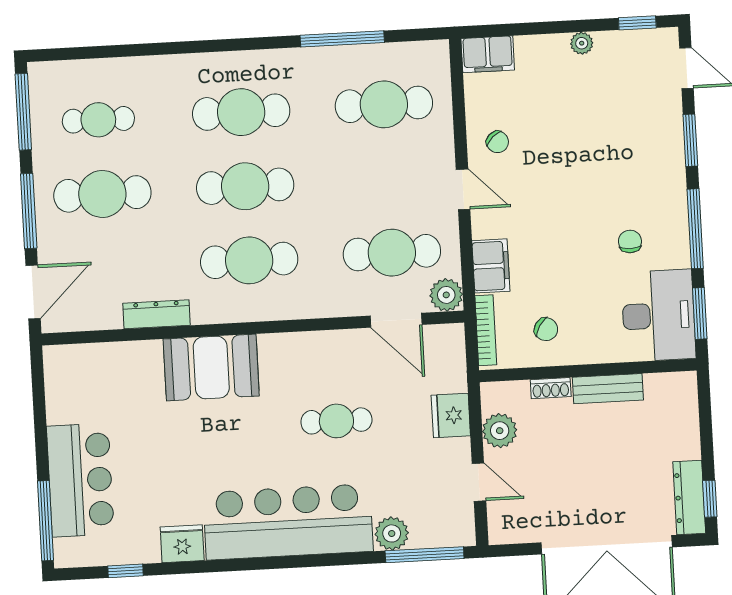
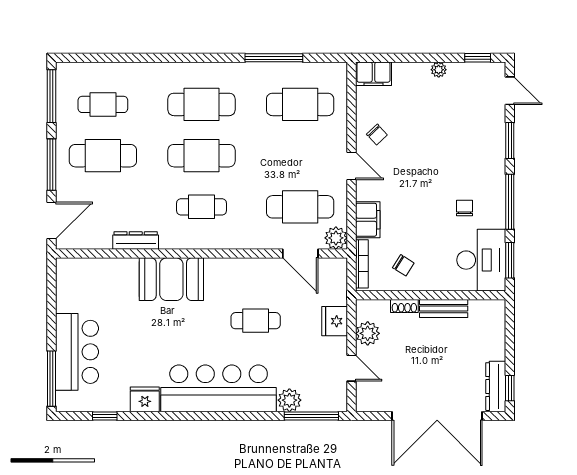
cafe table: (249, 260) -> (202, 207), width x0.73, depth x0.74

